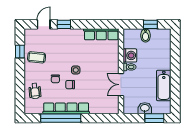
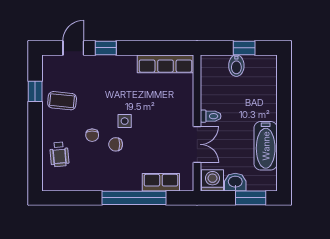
washing machine: (130, 55) -> (212, 180), moved, turned -90
double door: (121, 85) -> (197, 144), swing flipped
row of seats: (66, 108) -> (161, 182), moved, width x0.50
window: (61, 118) -> (134, 198), moved

